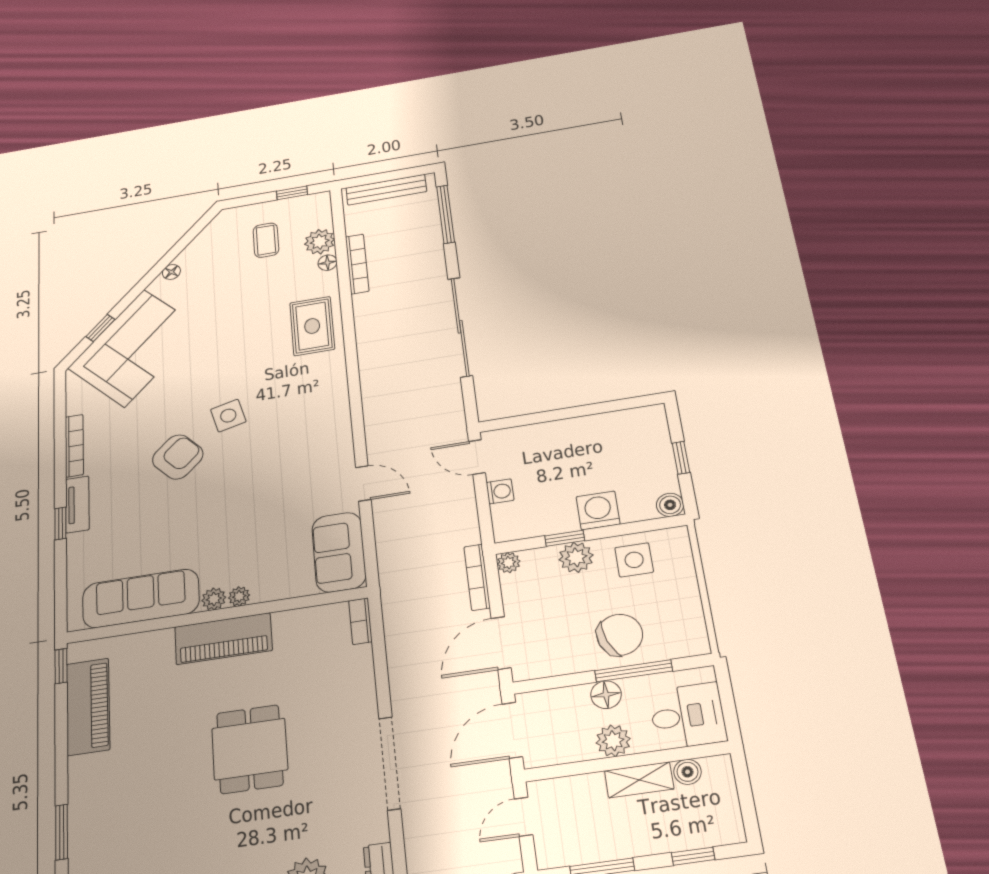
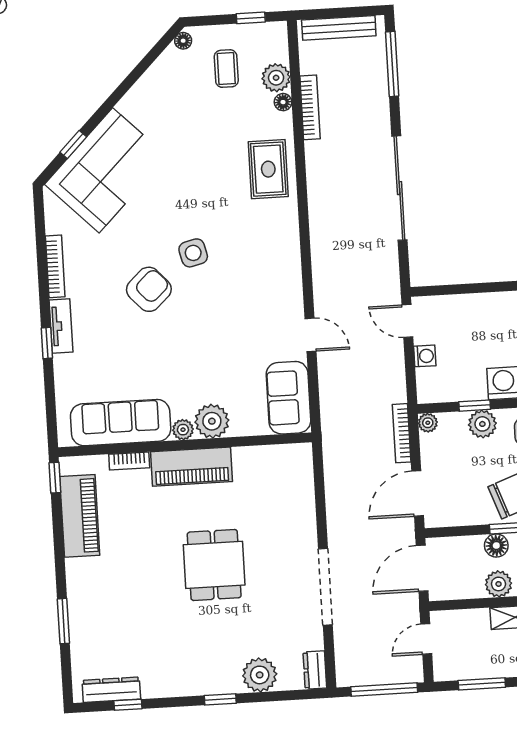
floor lamp: (171, 272) -> (183, 41), moved
plant: (239, 596) -> (212, 421), width x1.88, depth x1.88
bookcase: (360, 621) -> (129, 461), moved, turned -90

